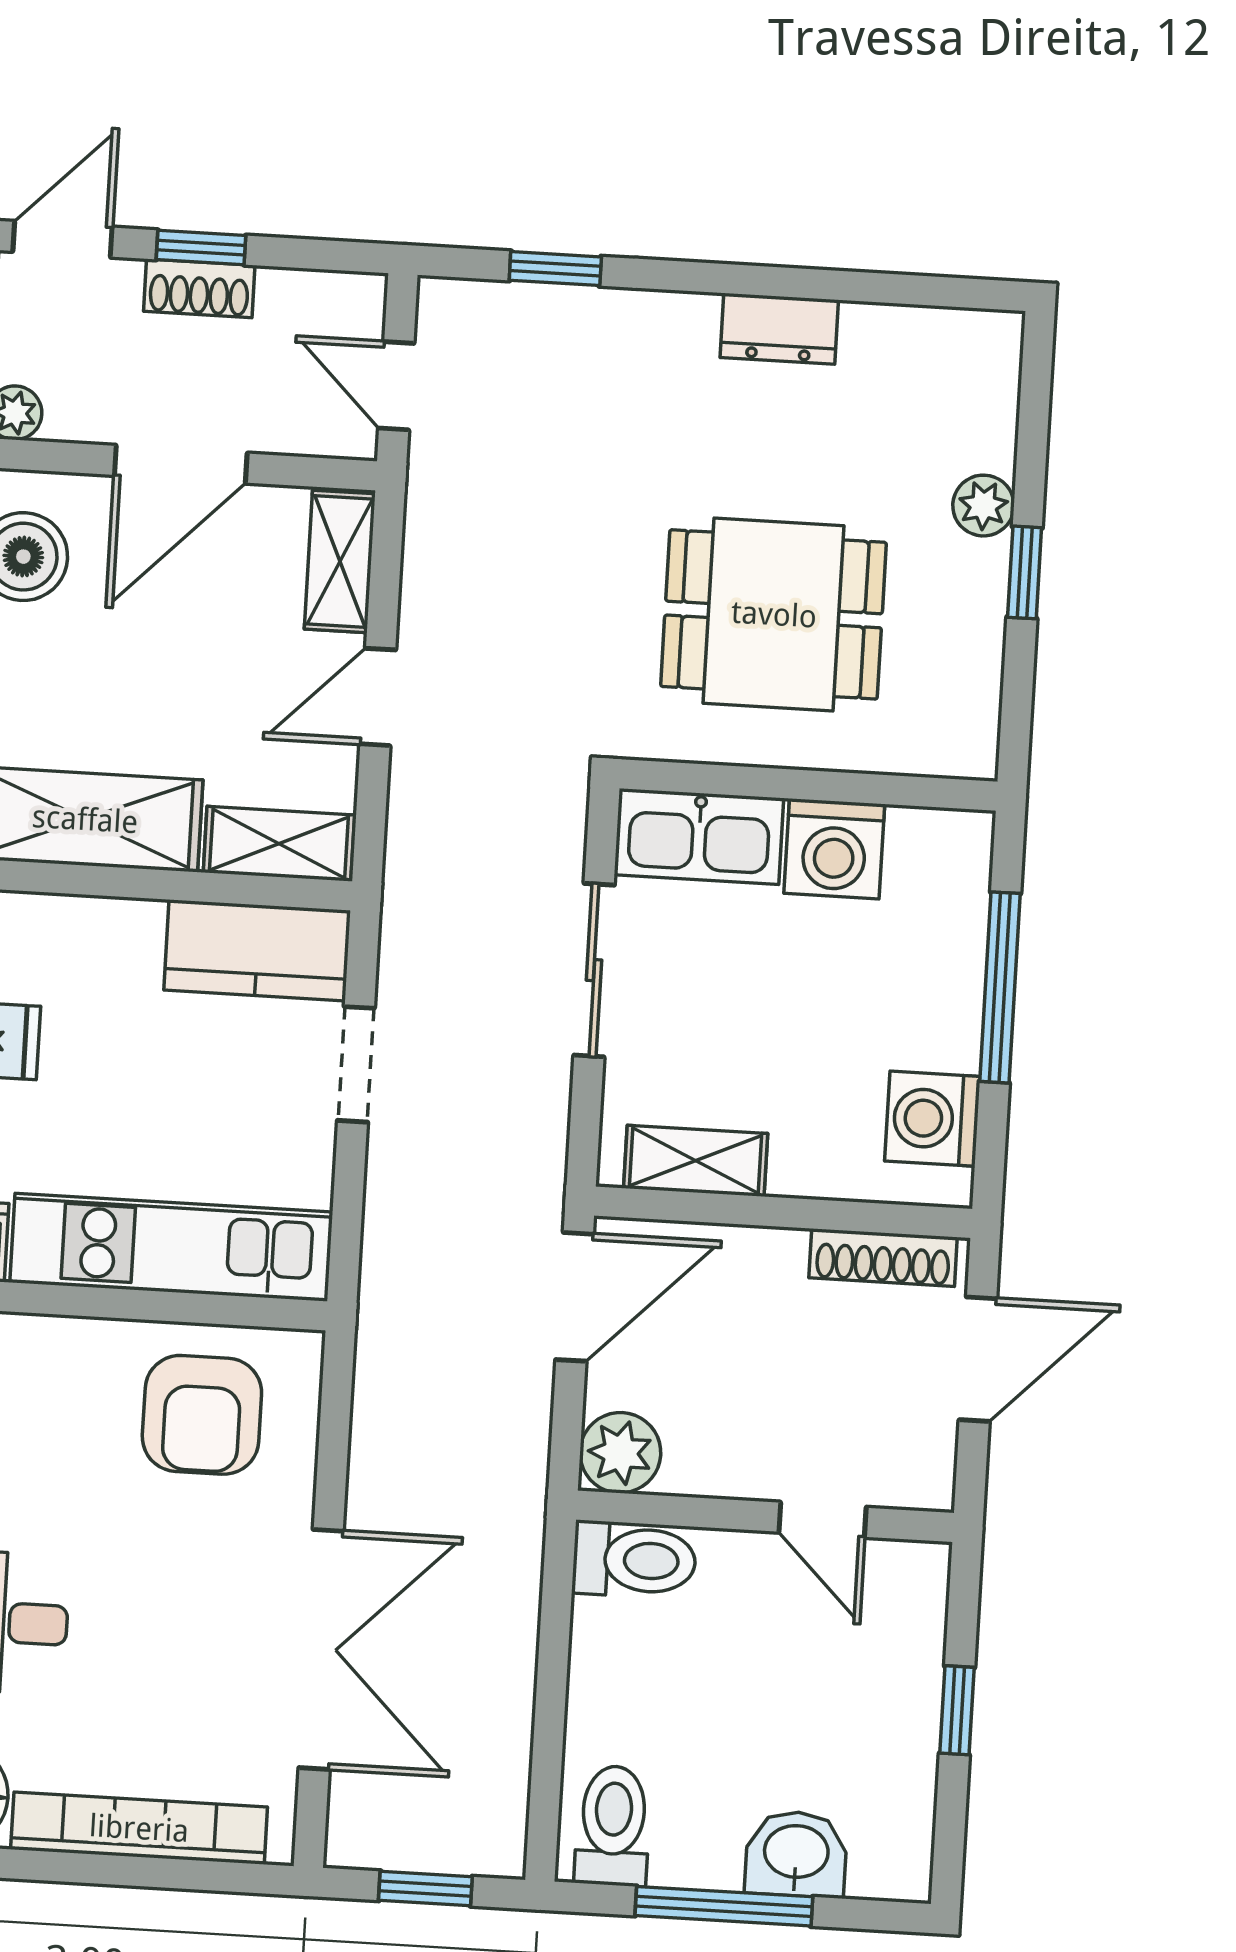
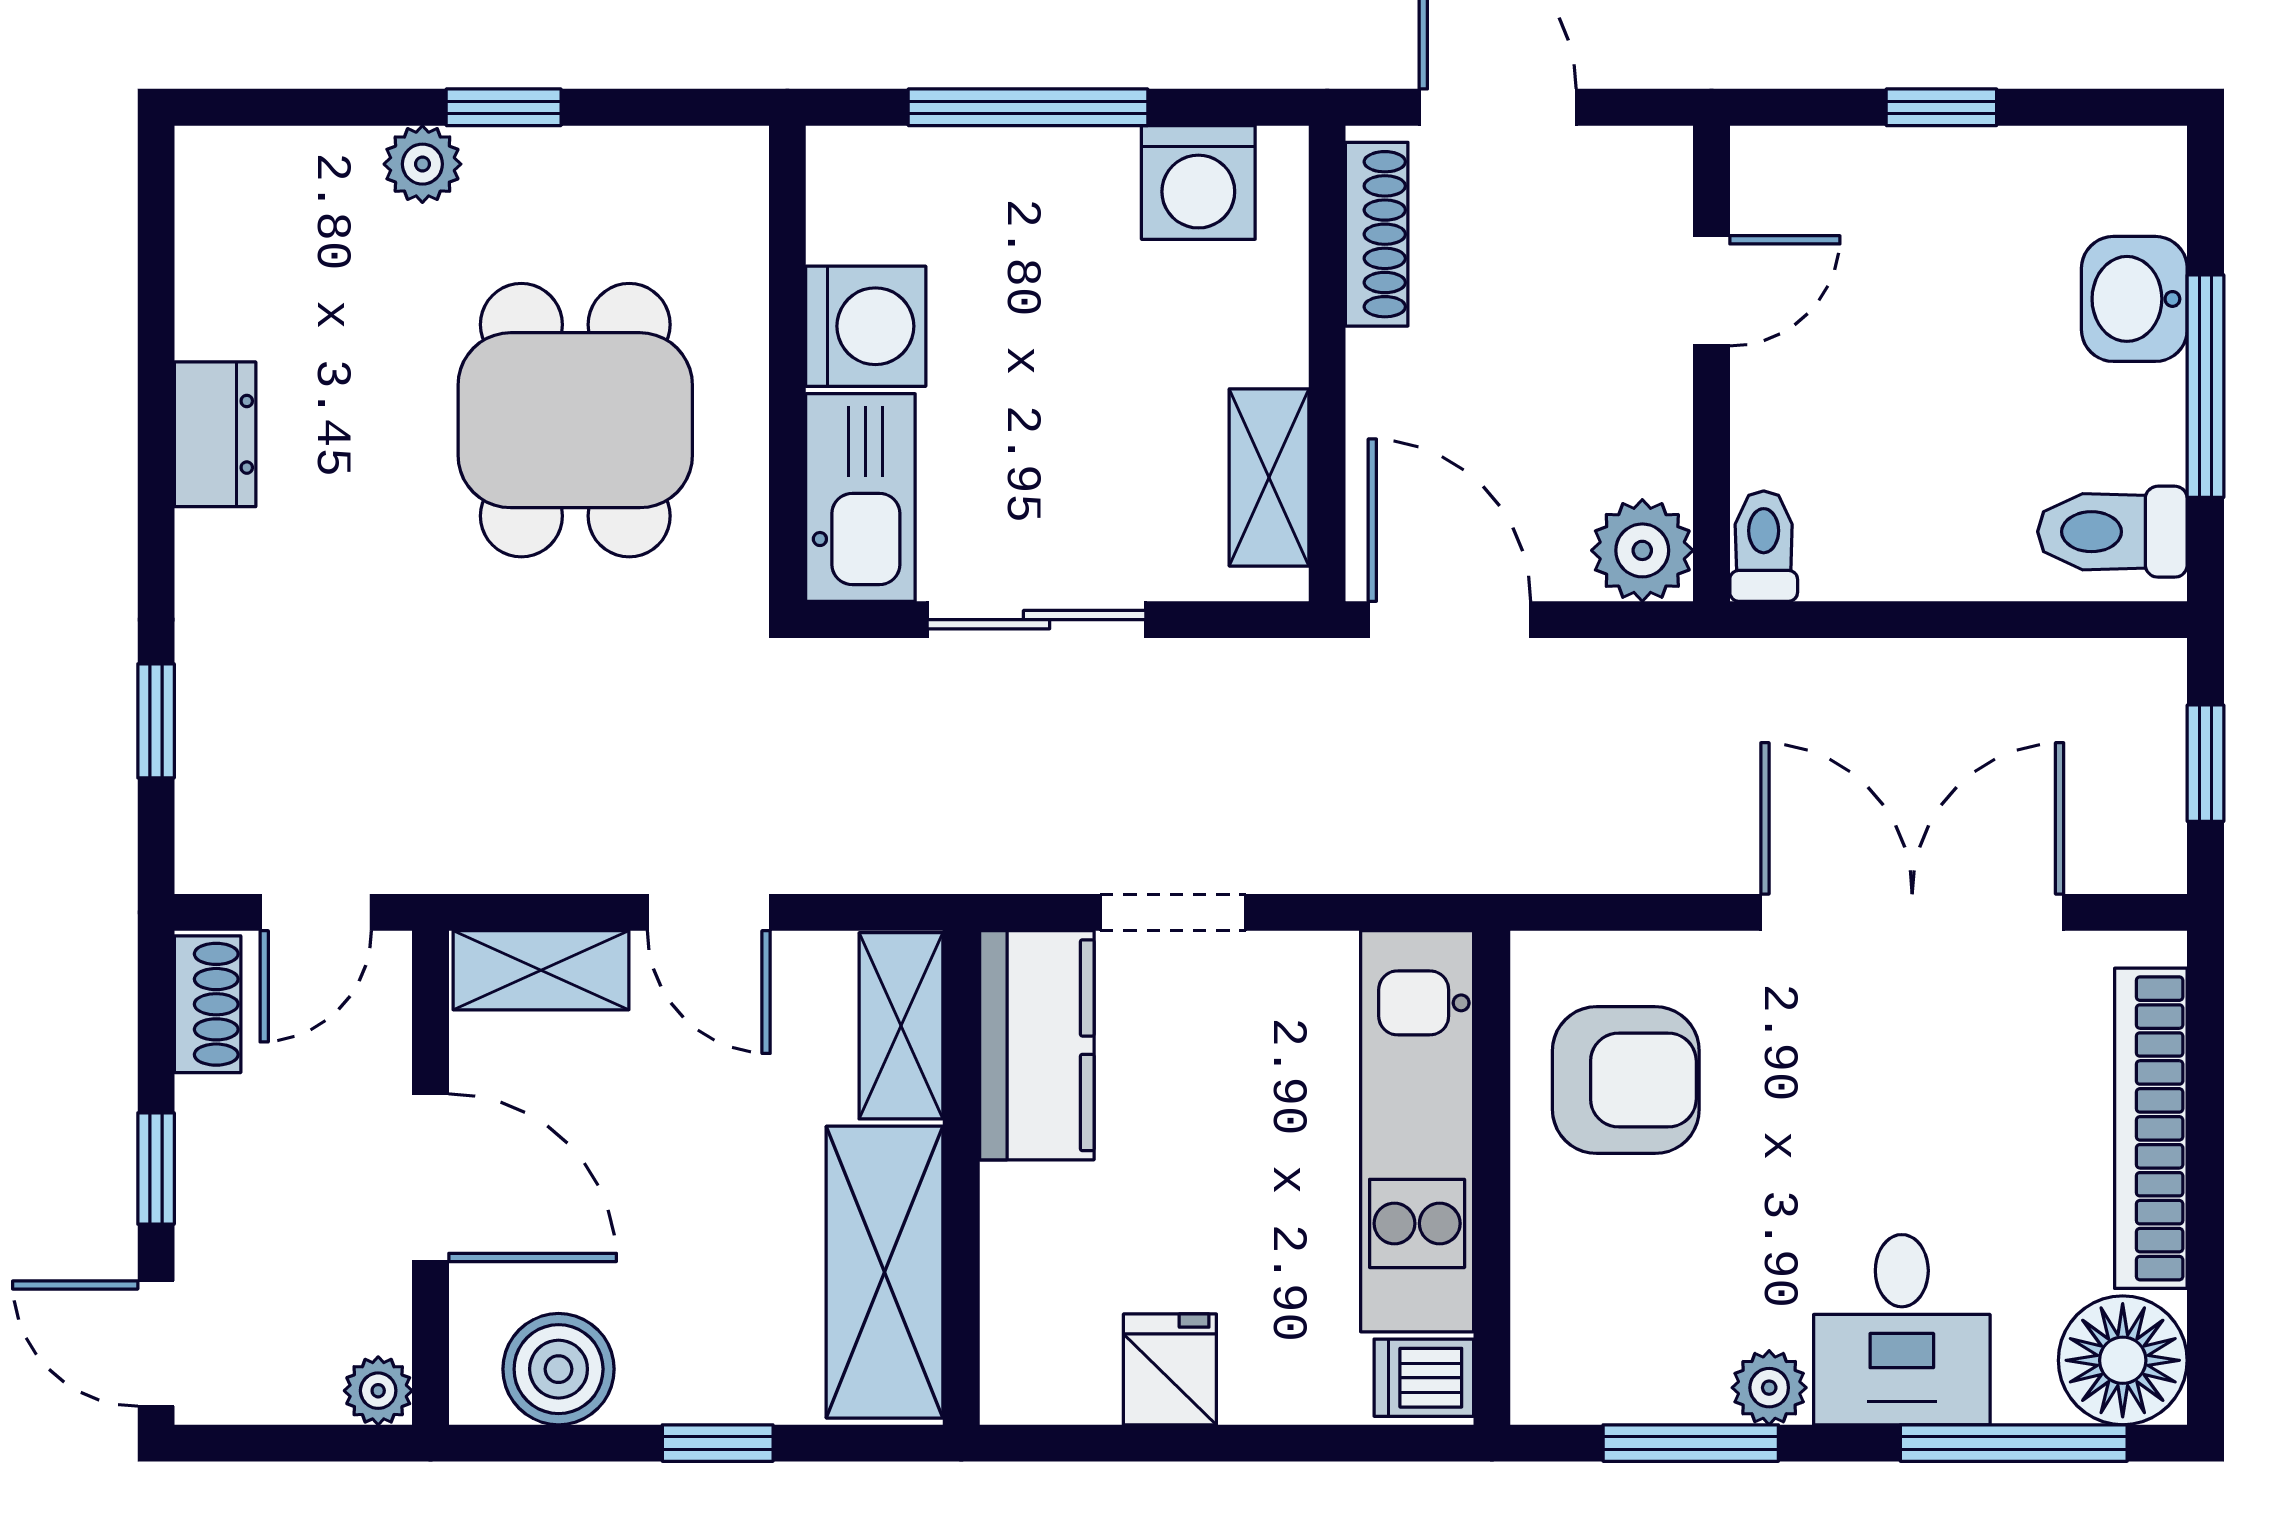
shoe rack: (199, 288) -> (208, 1004), moved
toilet: (634, 1560) -> (1764, 546), width x0.73, depth x0.72

